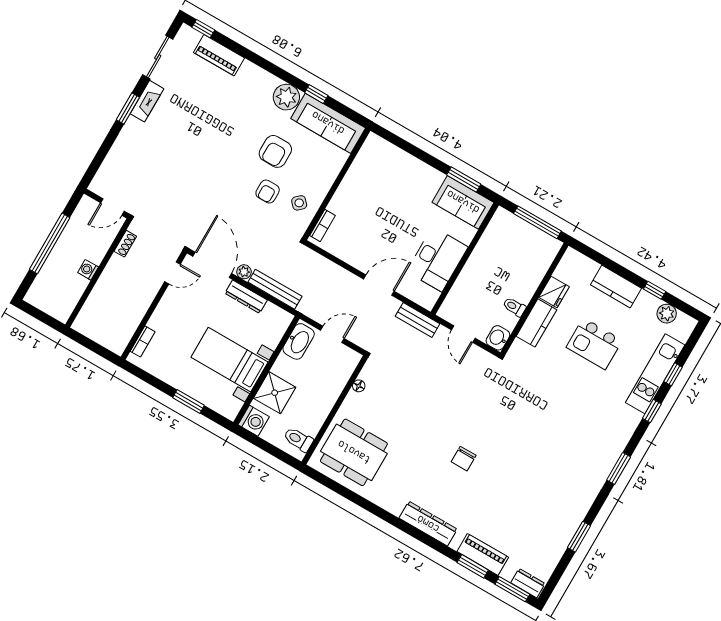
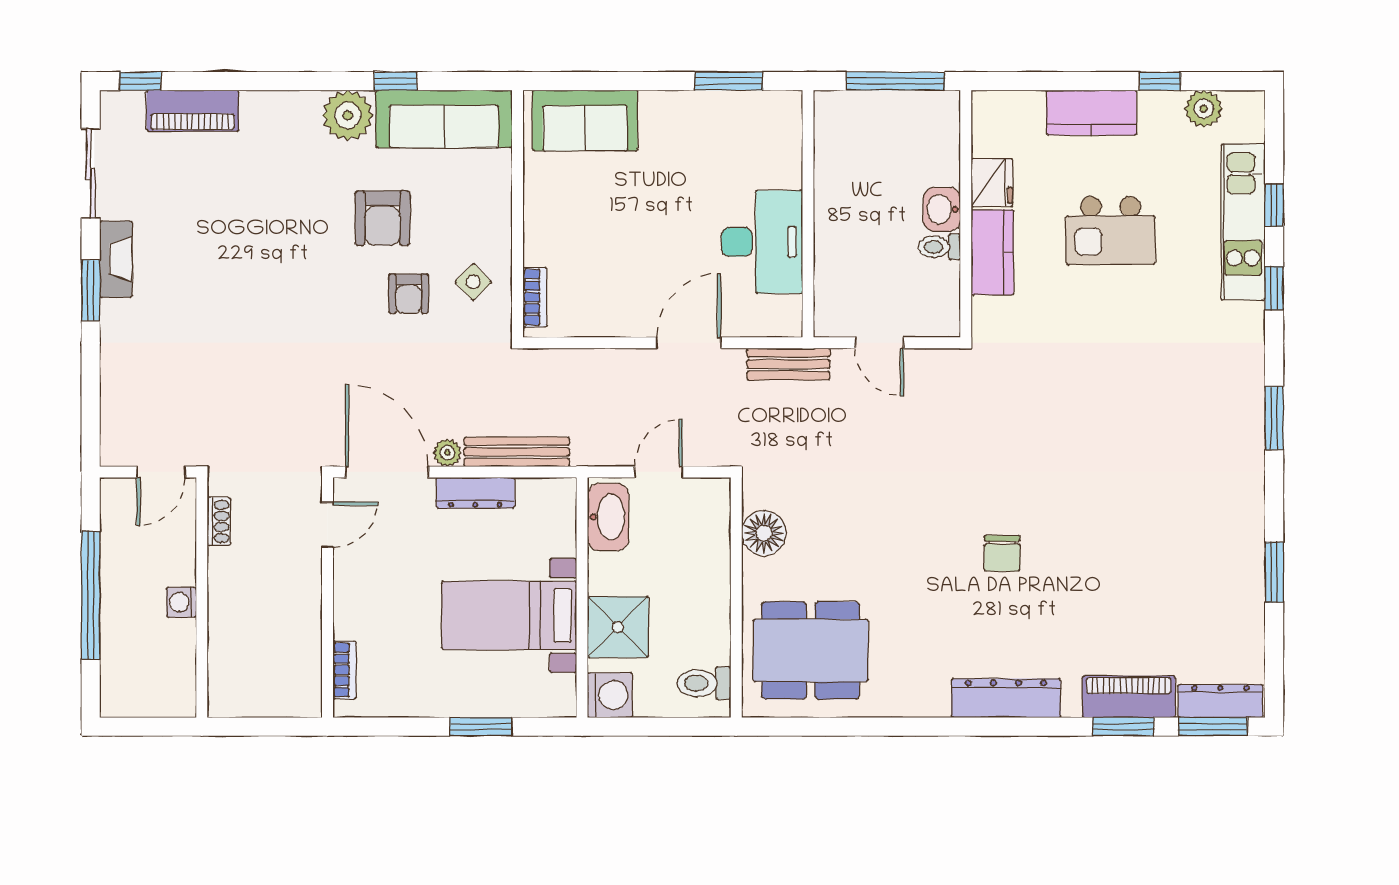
sofa: (463, 202) -> (585, 120), moved
washbasin: (498, 338) -> (942, 209), moved
floor lamp: (359, 386) -> (764, 533), width x1.89, depth x1.89
dresser: (528, 583) -> (1220, 701), width x1.44

